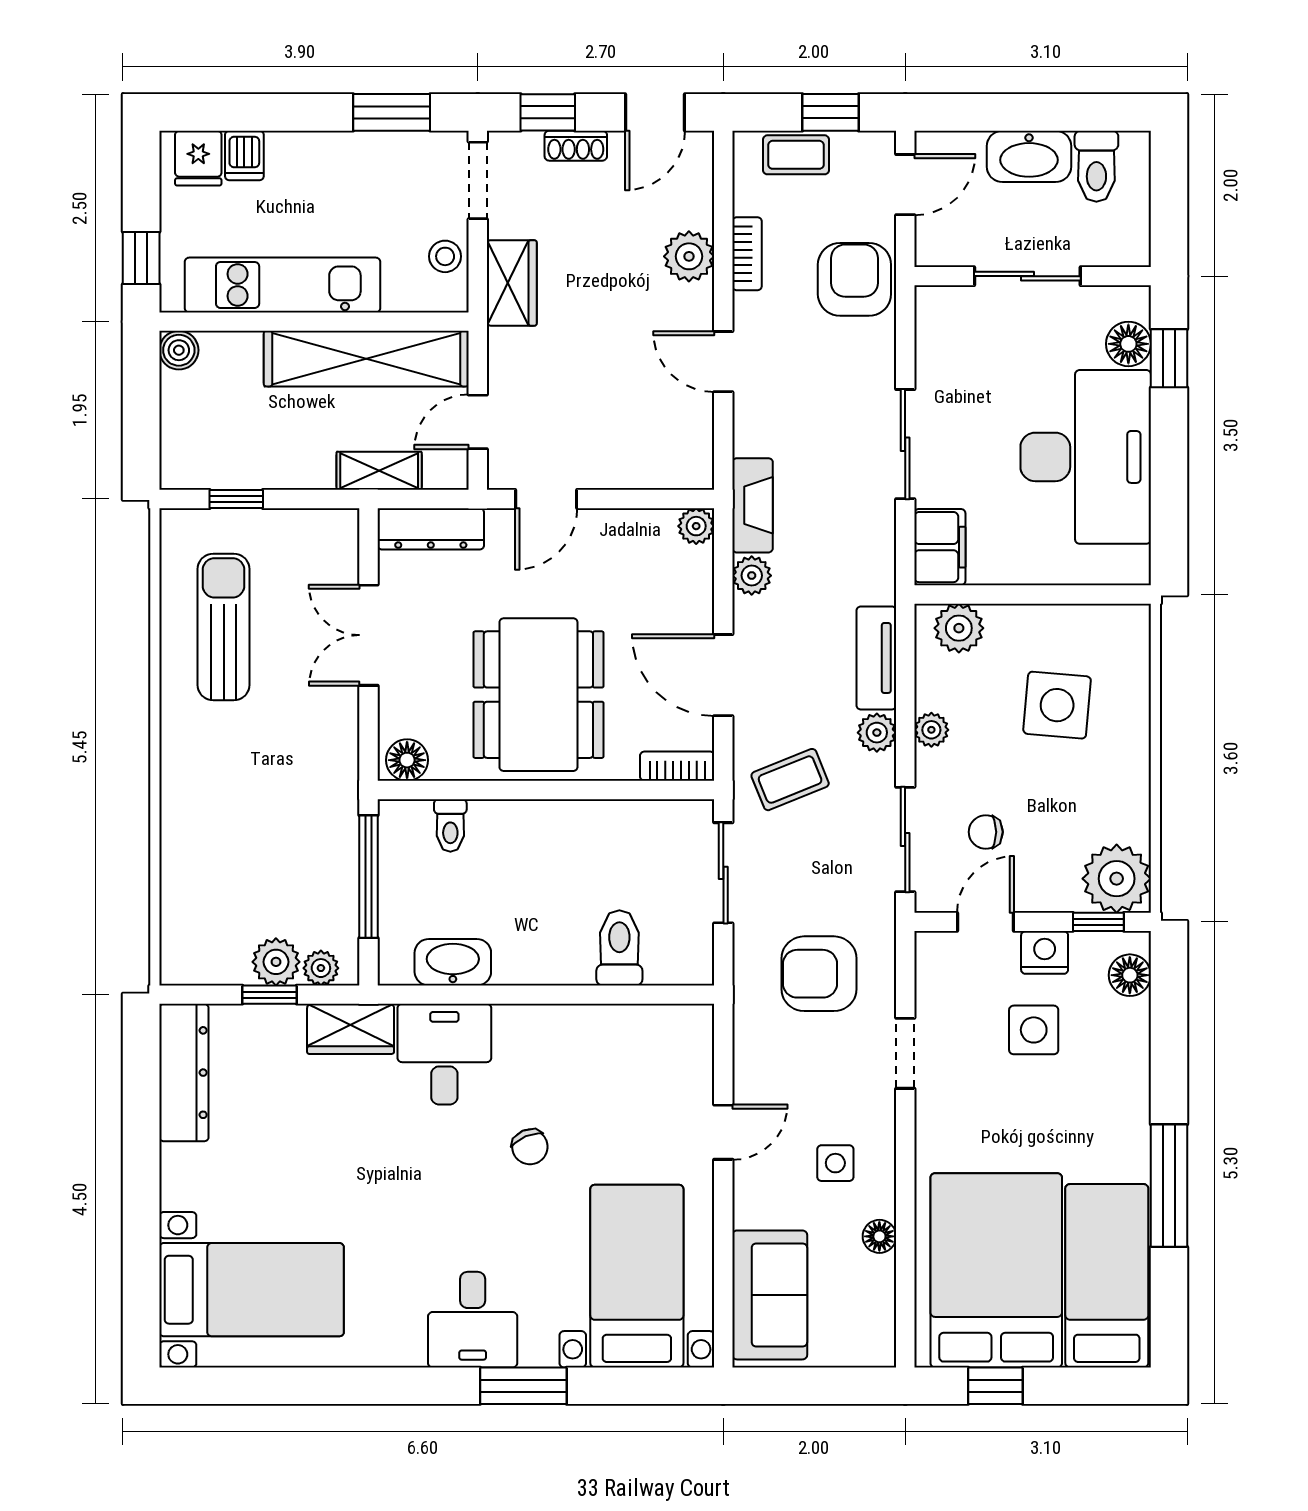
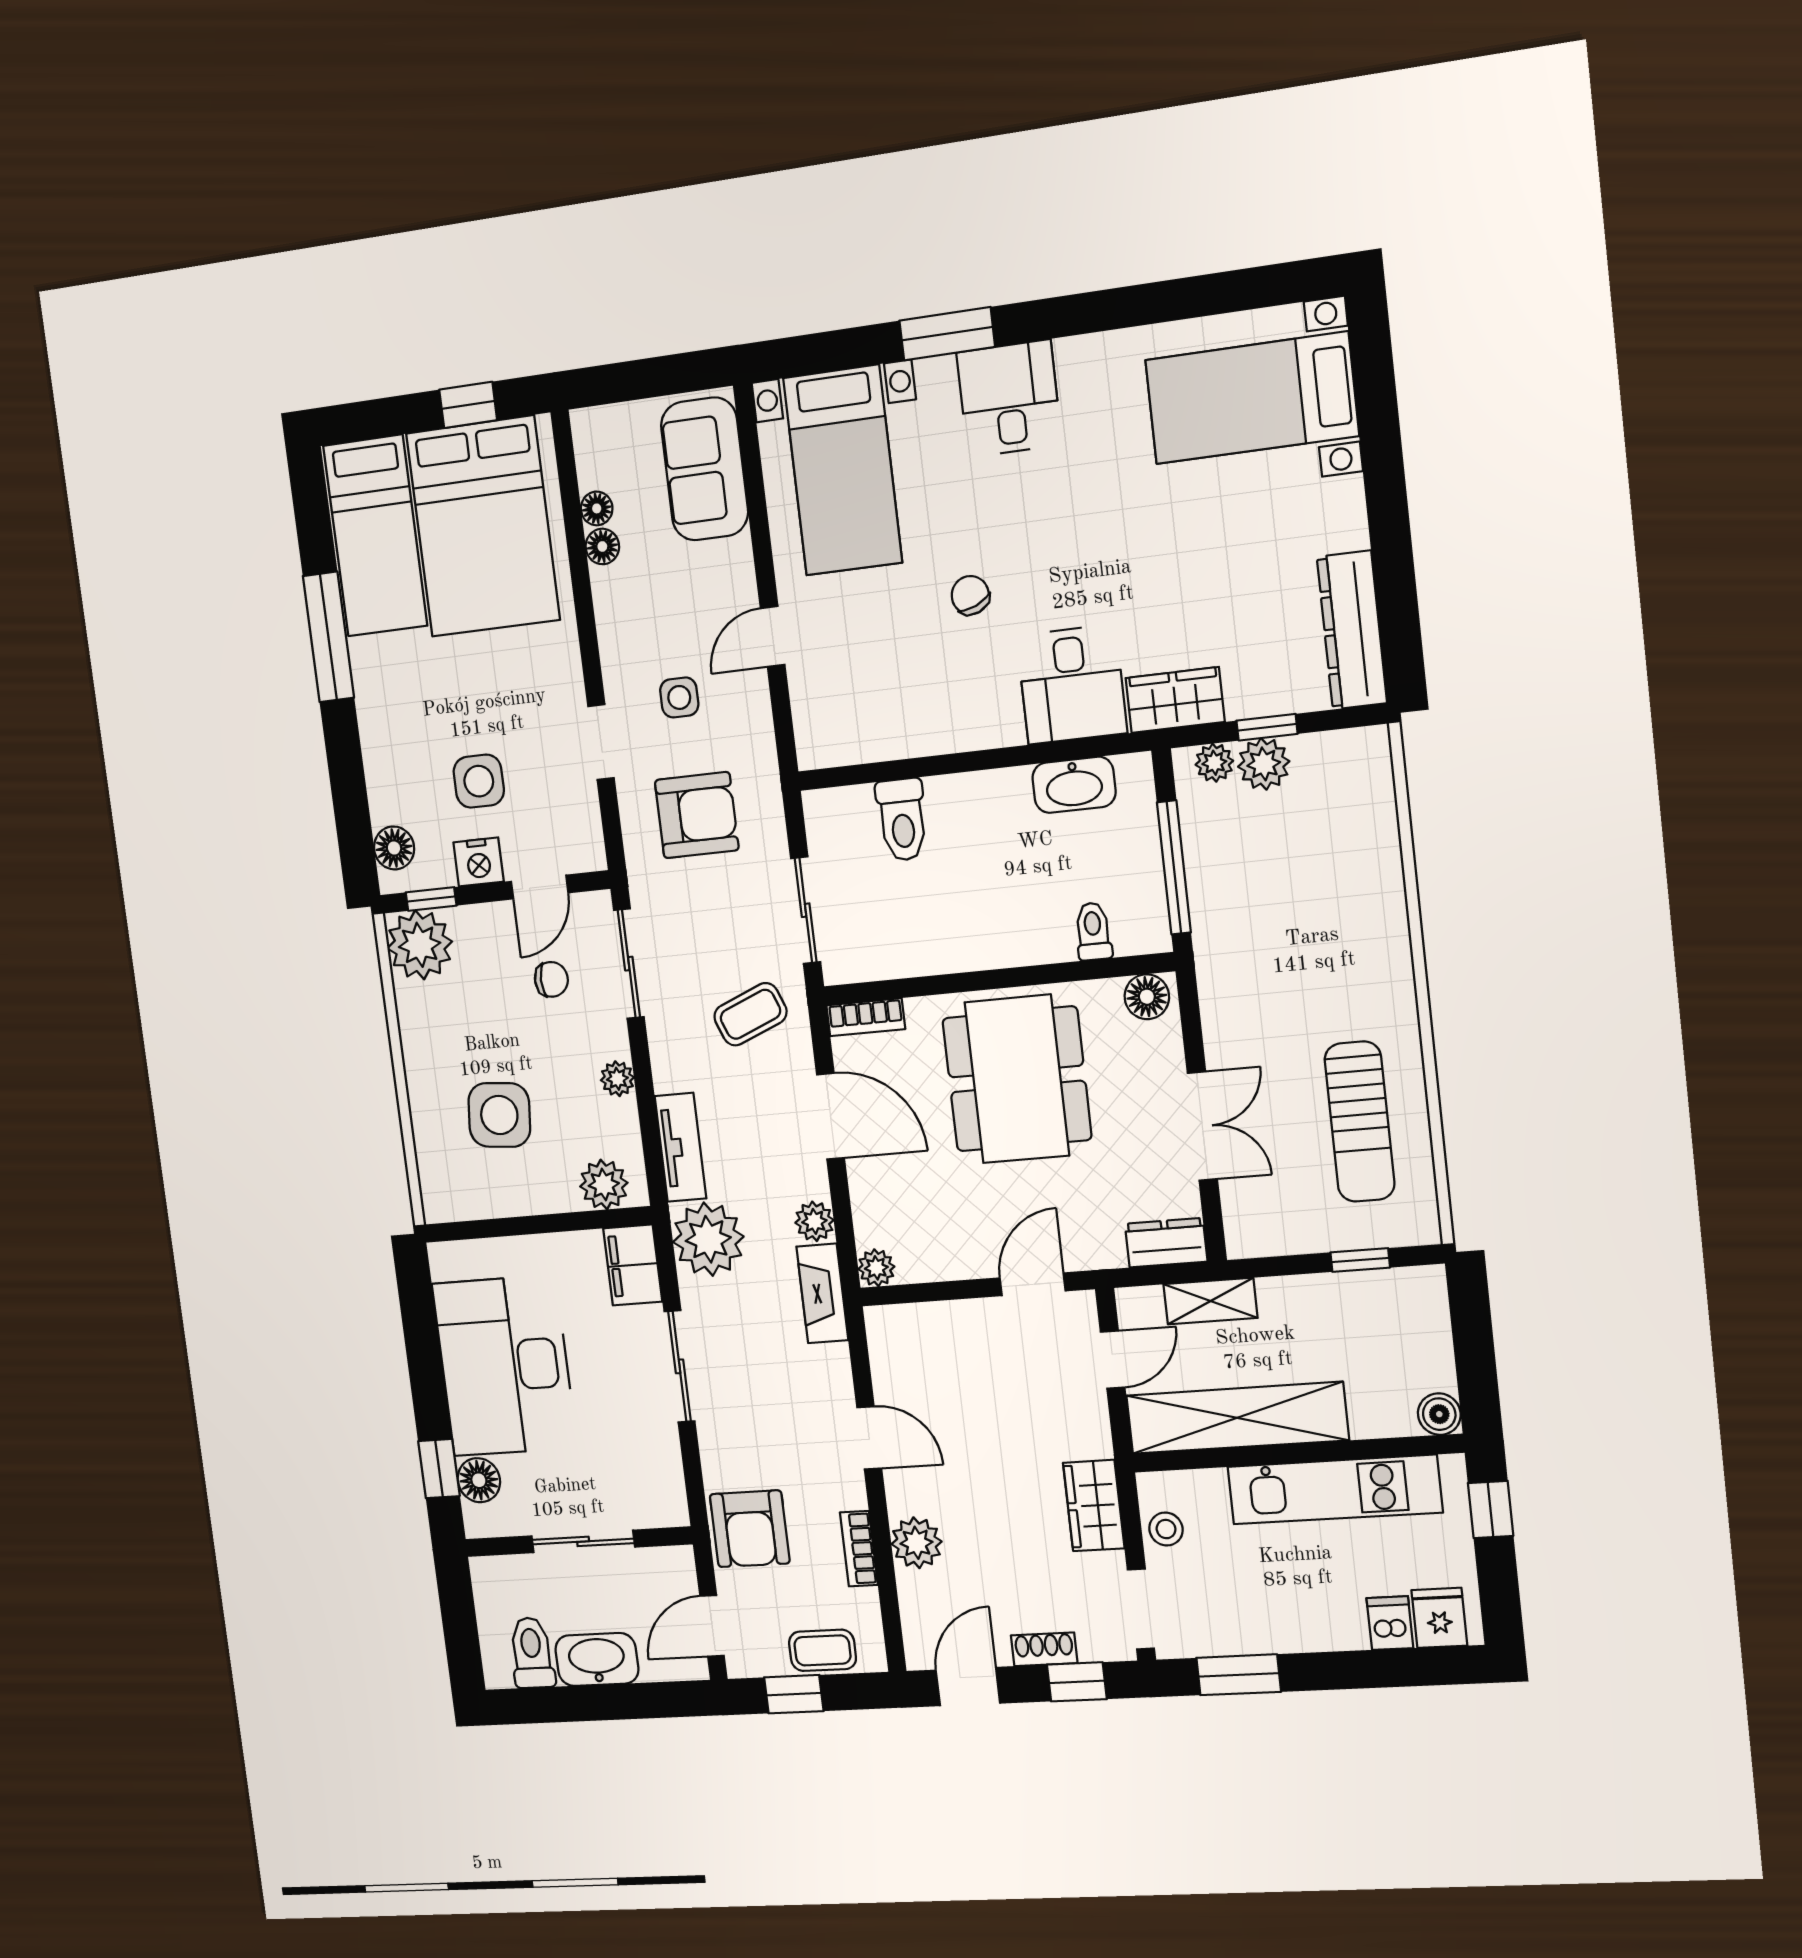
dresser: (431, 529) -> (1166, 1243), width x0.70
plant: (877, 733) -> (708, 1239), moved, width x1.88, depth x1.88
side table: (835, 1163) -> (679, 697), moved
floor lamp: (880, 1272) -> (597, 508), added

